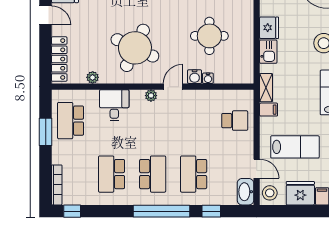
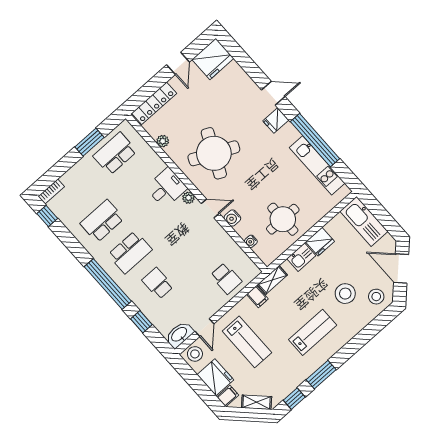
round table: (209, 36) -> (283, 219), moved
water cooler: (208, 78) -> (251, 241), moved
desk: (114, 105) -> (166, 188), moved
school desk: (194, 174) -> (158, 283), width x0.54
bookcase: (57, 185) -> (51, 192), width x0.64

